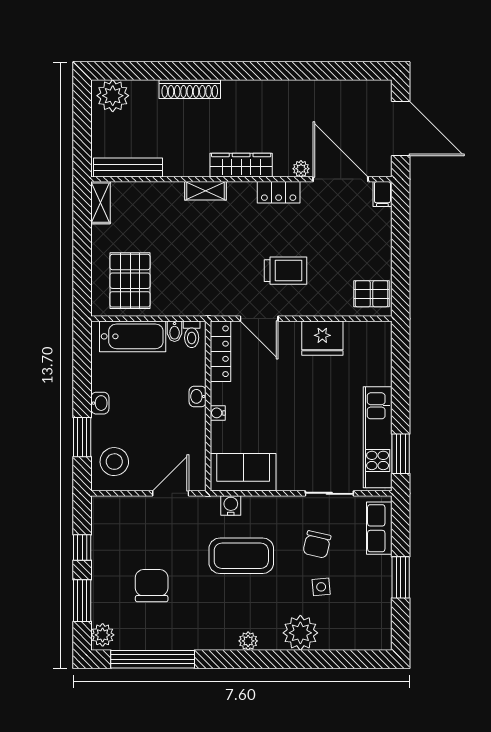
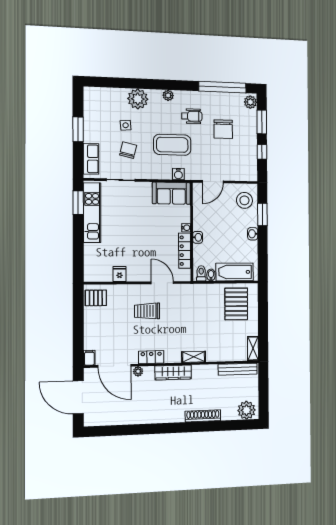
fridge: (322, 338) -> (119, 274), width x0.53, depth x0.75
locker: (221, 351) -> (185, 251), moved
wheelchair: (207, 606) -> (192, 116), added

